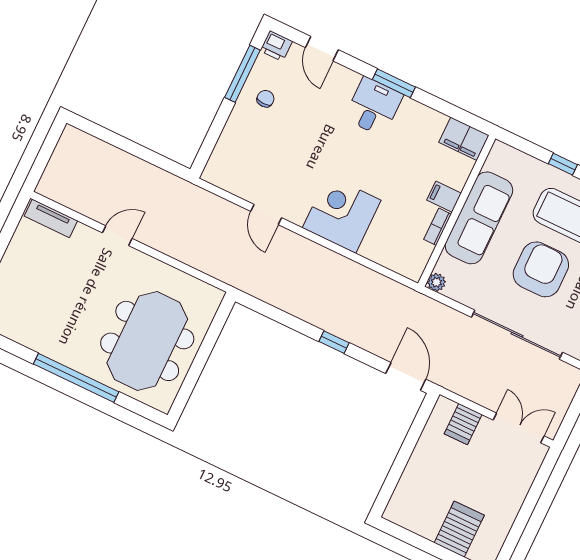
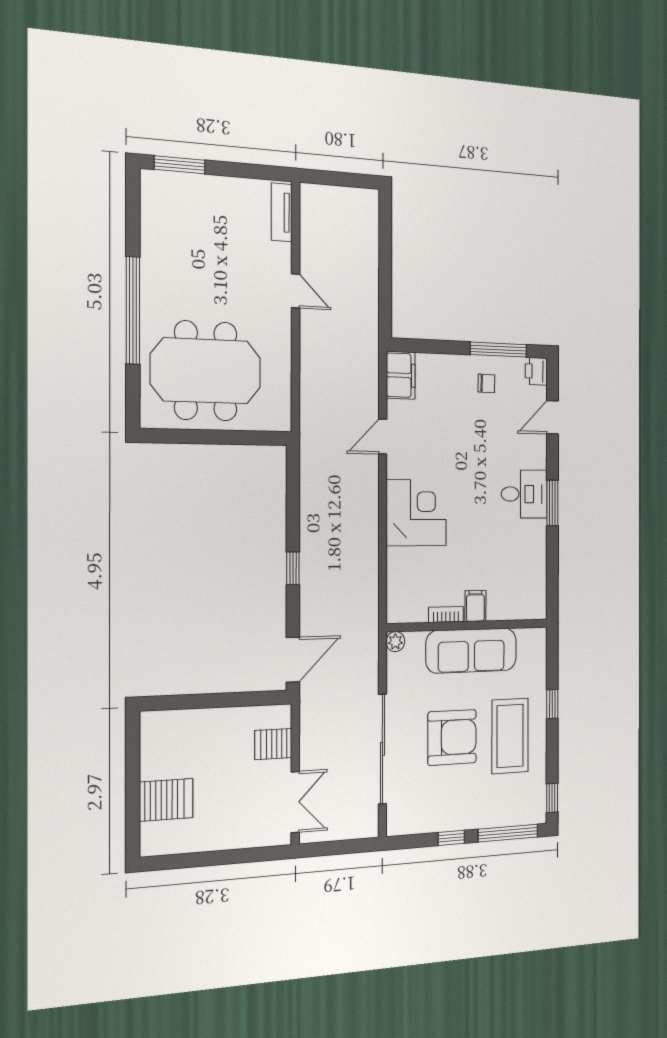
filing cabinet: (464, 139) -> (401, 375), moved, turned 180

